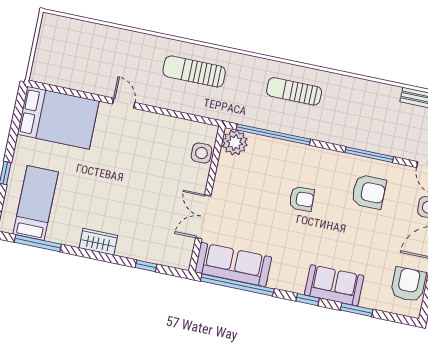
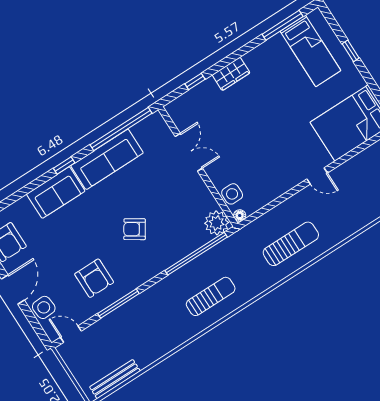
floor lamp: (212, 131) -> (240, 216), added
armchair: (369, 192) -> (94, 278), turned -90
armchair: (302, 199) -> (135, 229), turned 35
wardrobe: (98, 242) -> (231, 74), moved
sofa: (233, 265) -> (107, 159), moved
window: (357, 310) -> (24, 191), removed

